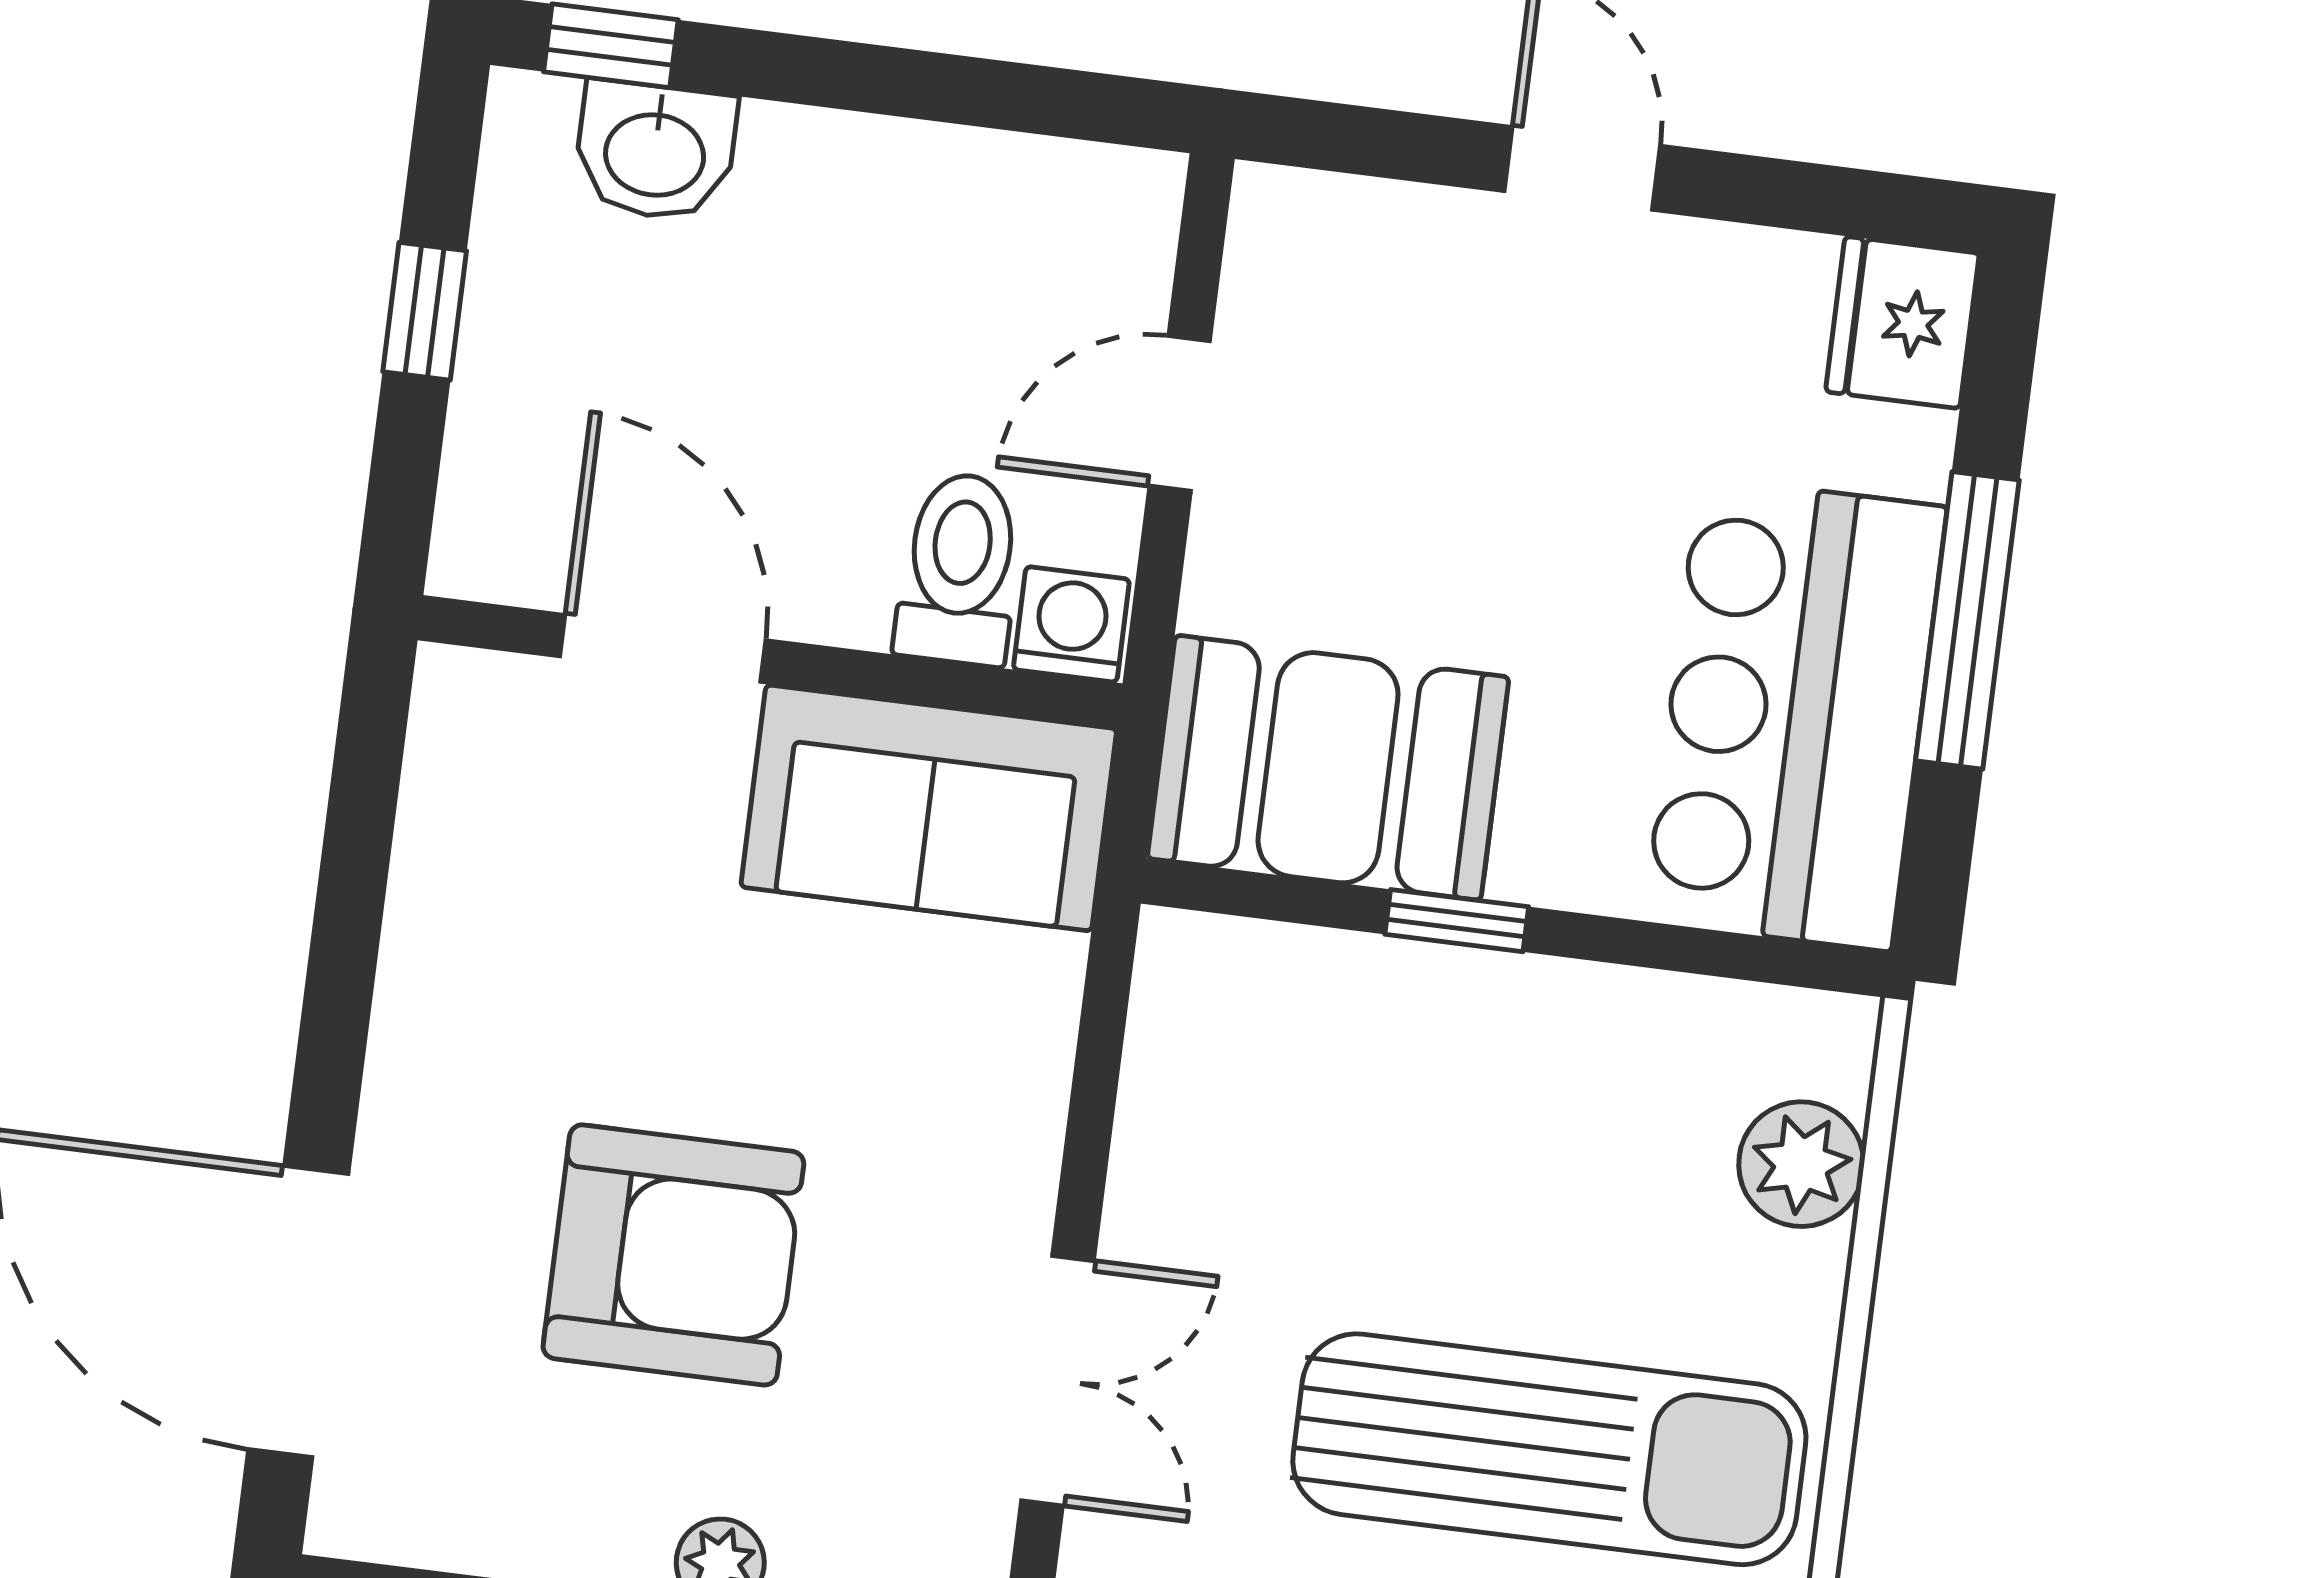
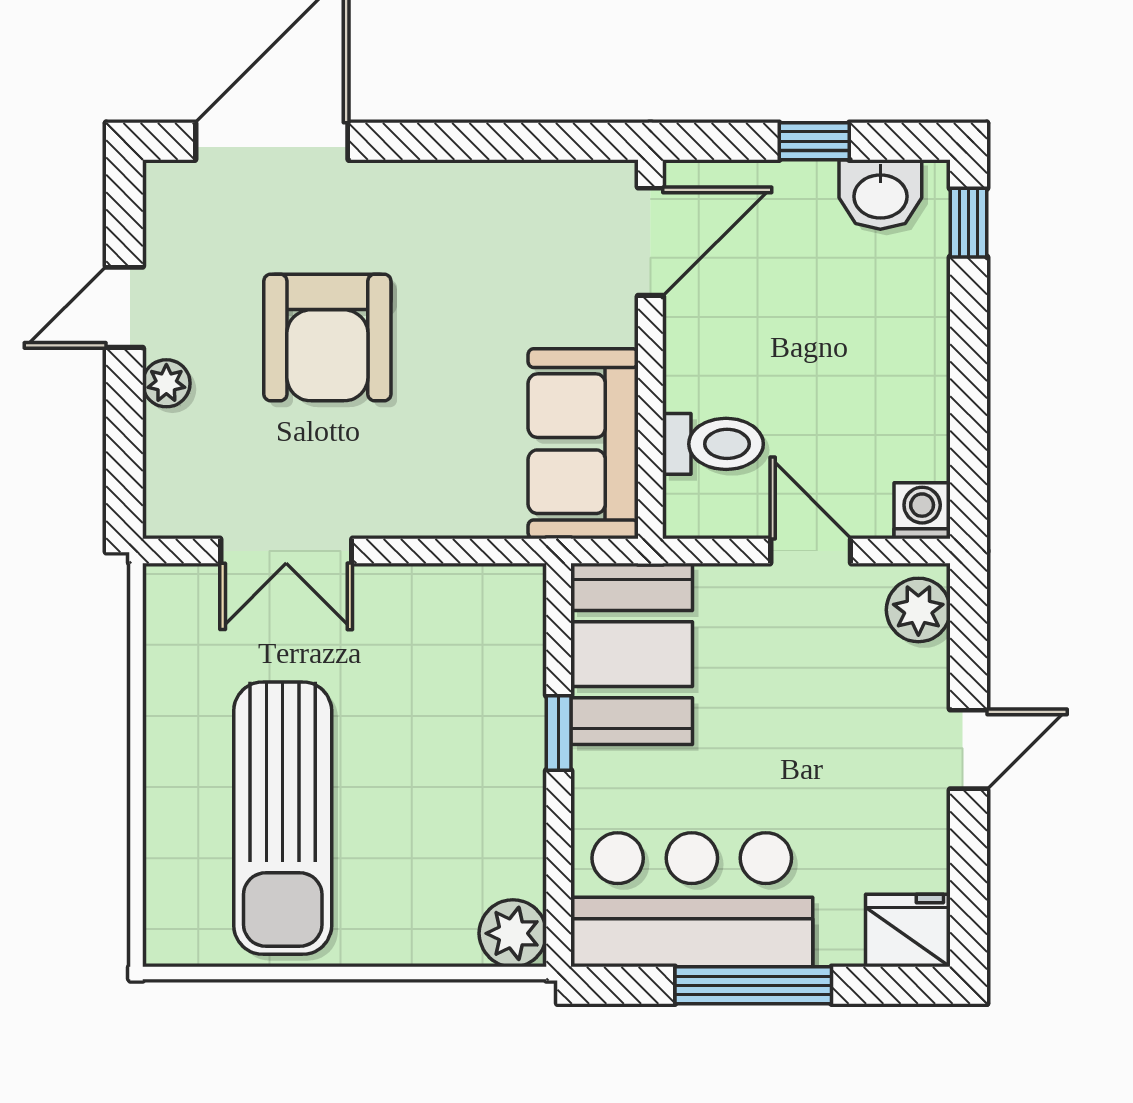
washbasin: (655, 151) -> (880, 194), moved, turned -90
plant: (1313, 229) -> (918, 610), added
washing machine: (1071, 624) -> (922, 511), moved, turned -90
door: (663, 648) -> (650, 242), moved
plant: (1801, 1164) -> (513, 933), moved

